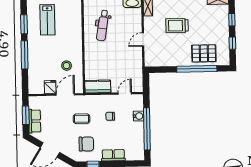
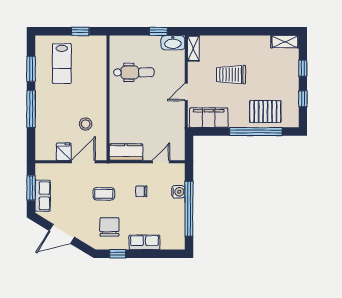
dental chair: (103, 25) -> (134, 72), turned -99
filing cabinet: (161, 59) -> (209, 118), added
chair: (86, 144) -> (109, 227), turned -90

